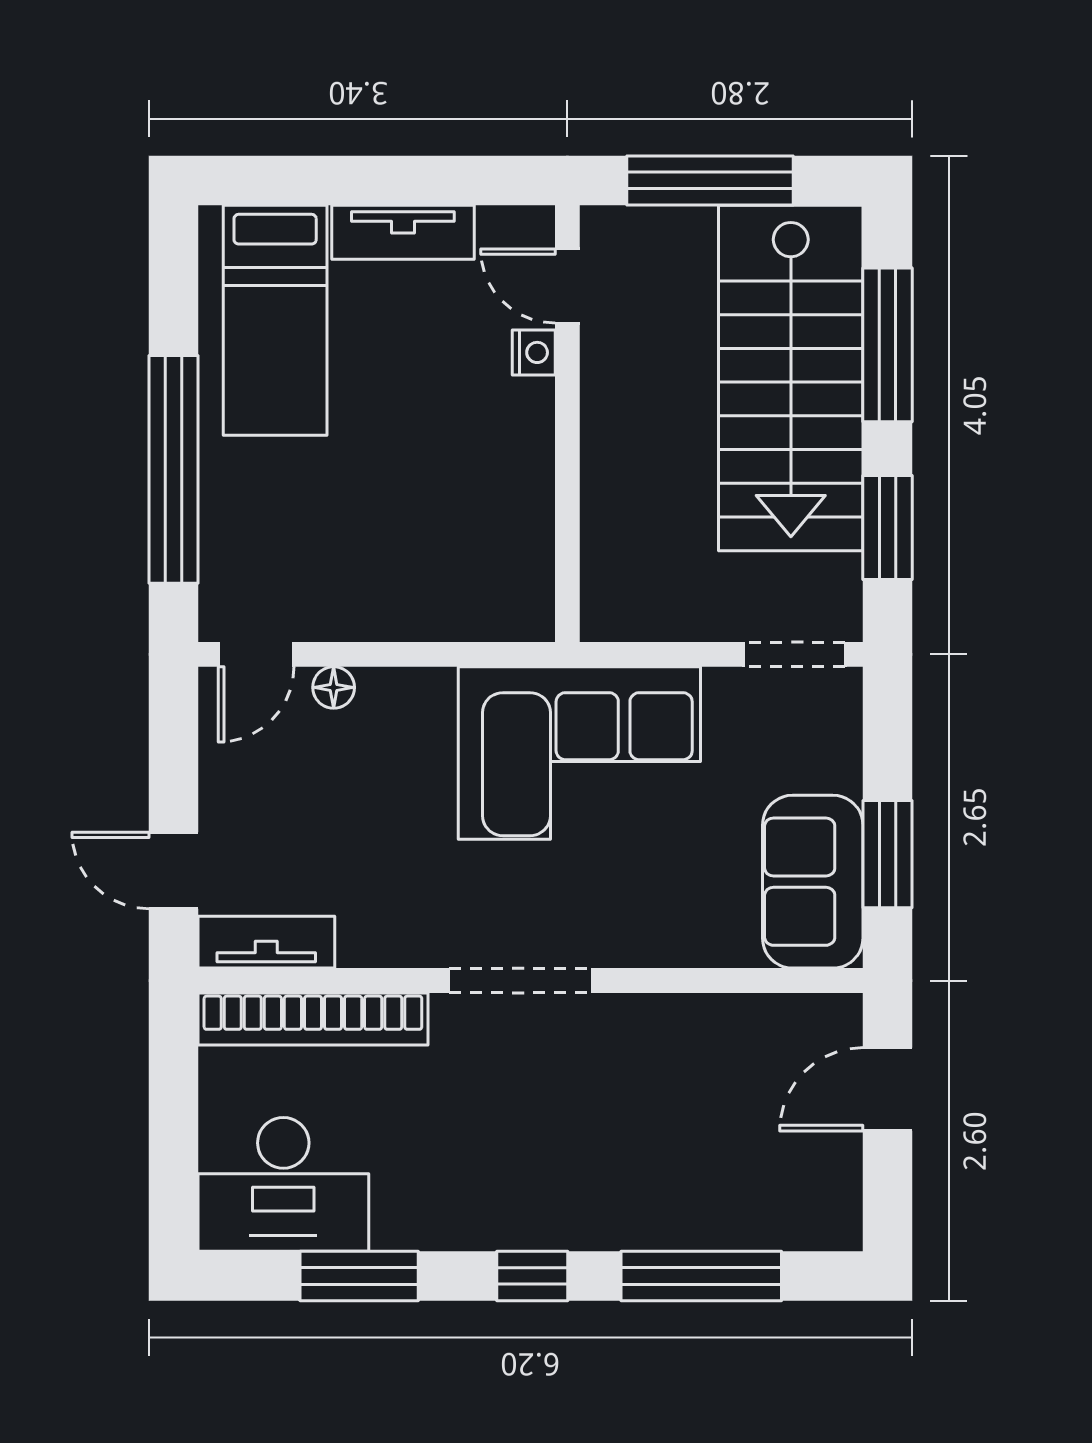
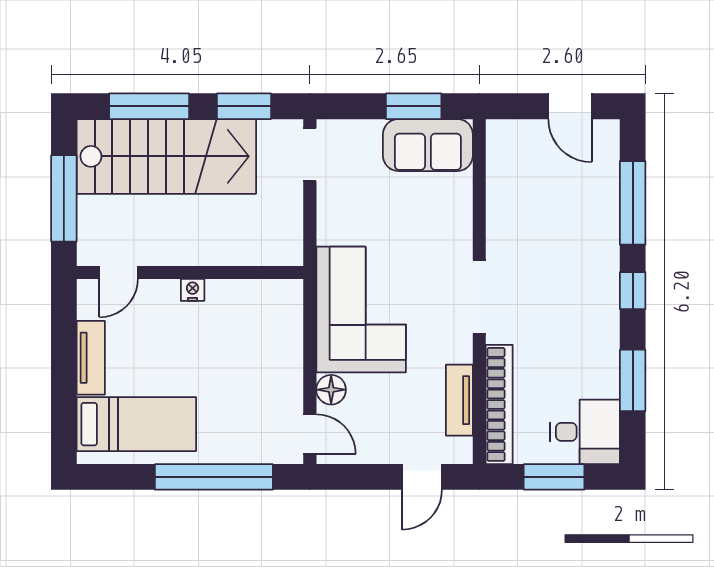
nightstand: (534, 352) -> (193, 290), moved
floor lamp: (334, 687) -> (331, 390), width x1.37, depth x1.37
corner sofa: (579, 753) -> (361, 310), moved
tv unit: (266, 942) -> (459, 400), moved
door: (887, 1089) -> (570, 106), moved
window: (173, 1125) -> (554, 477), added
desk: (283, 1184) -> (585, 432), width x0.73

